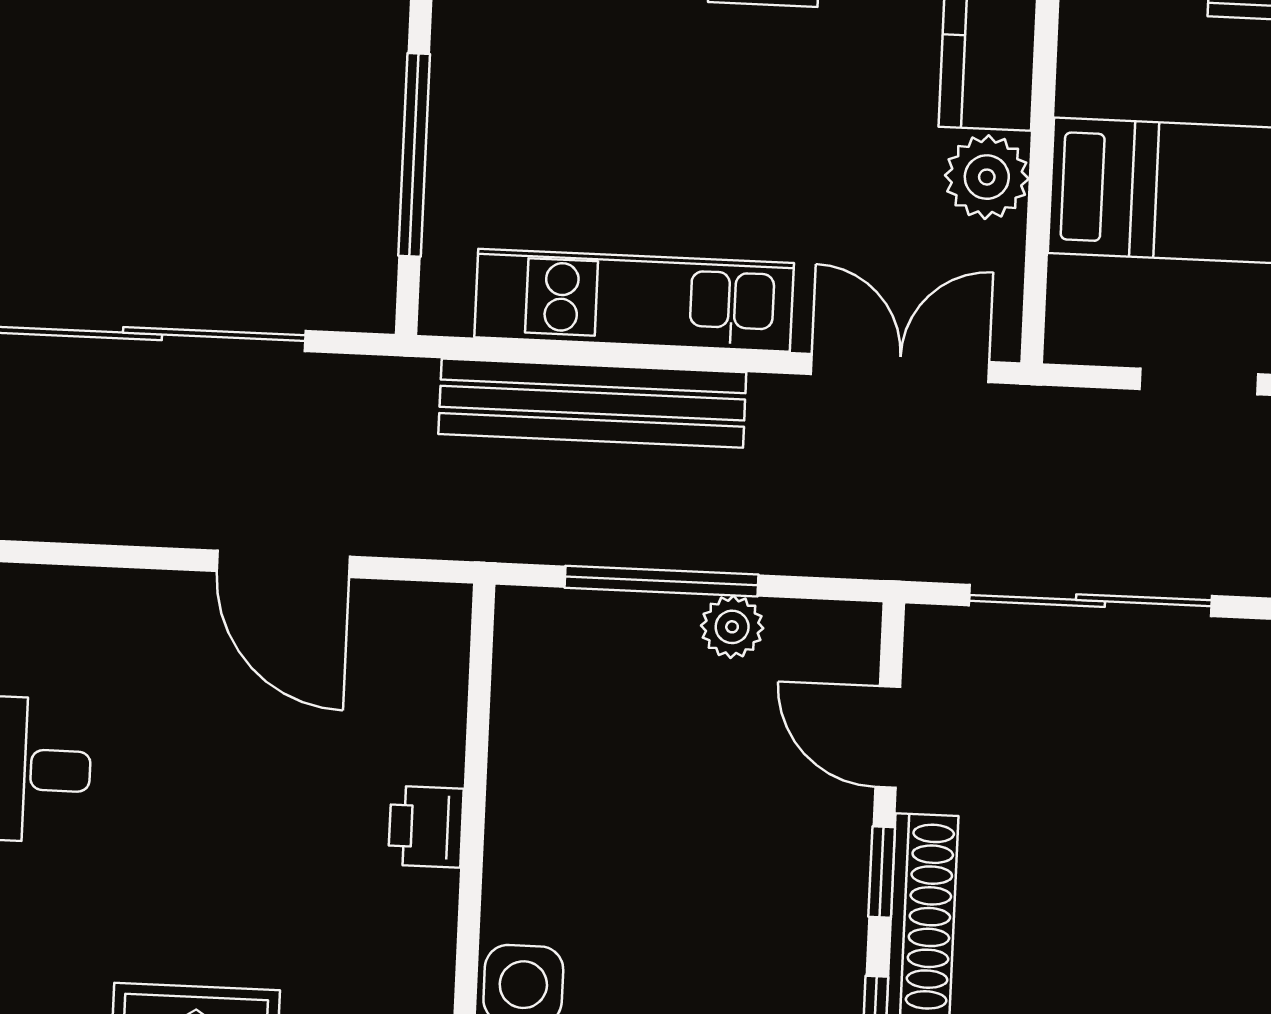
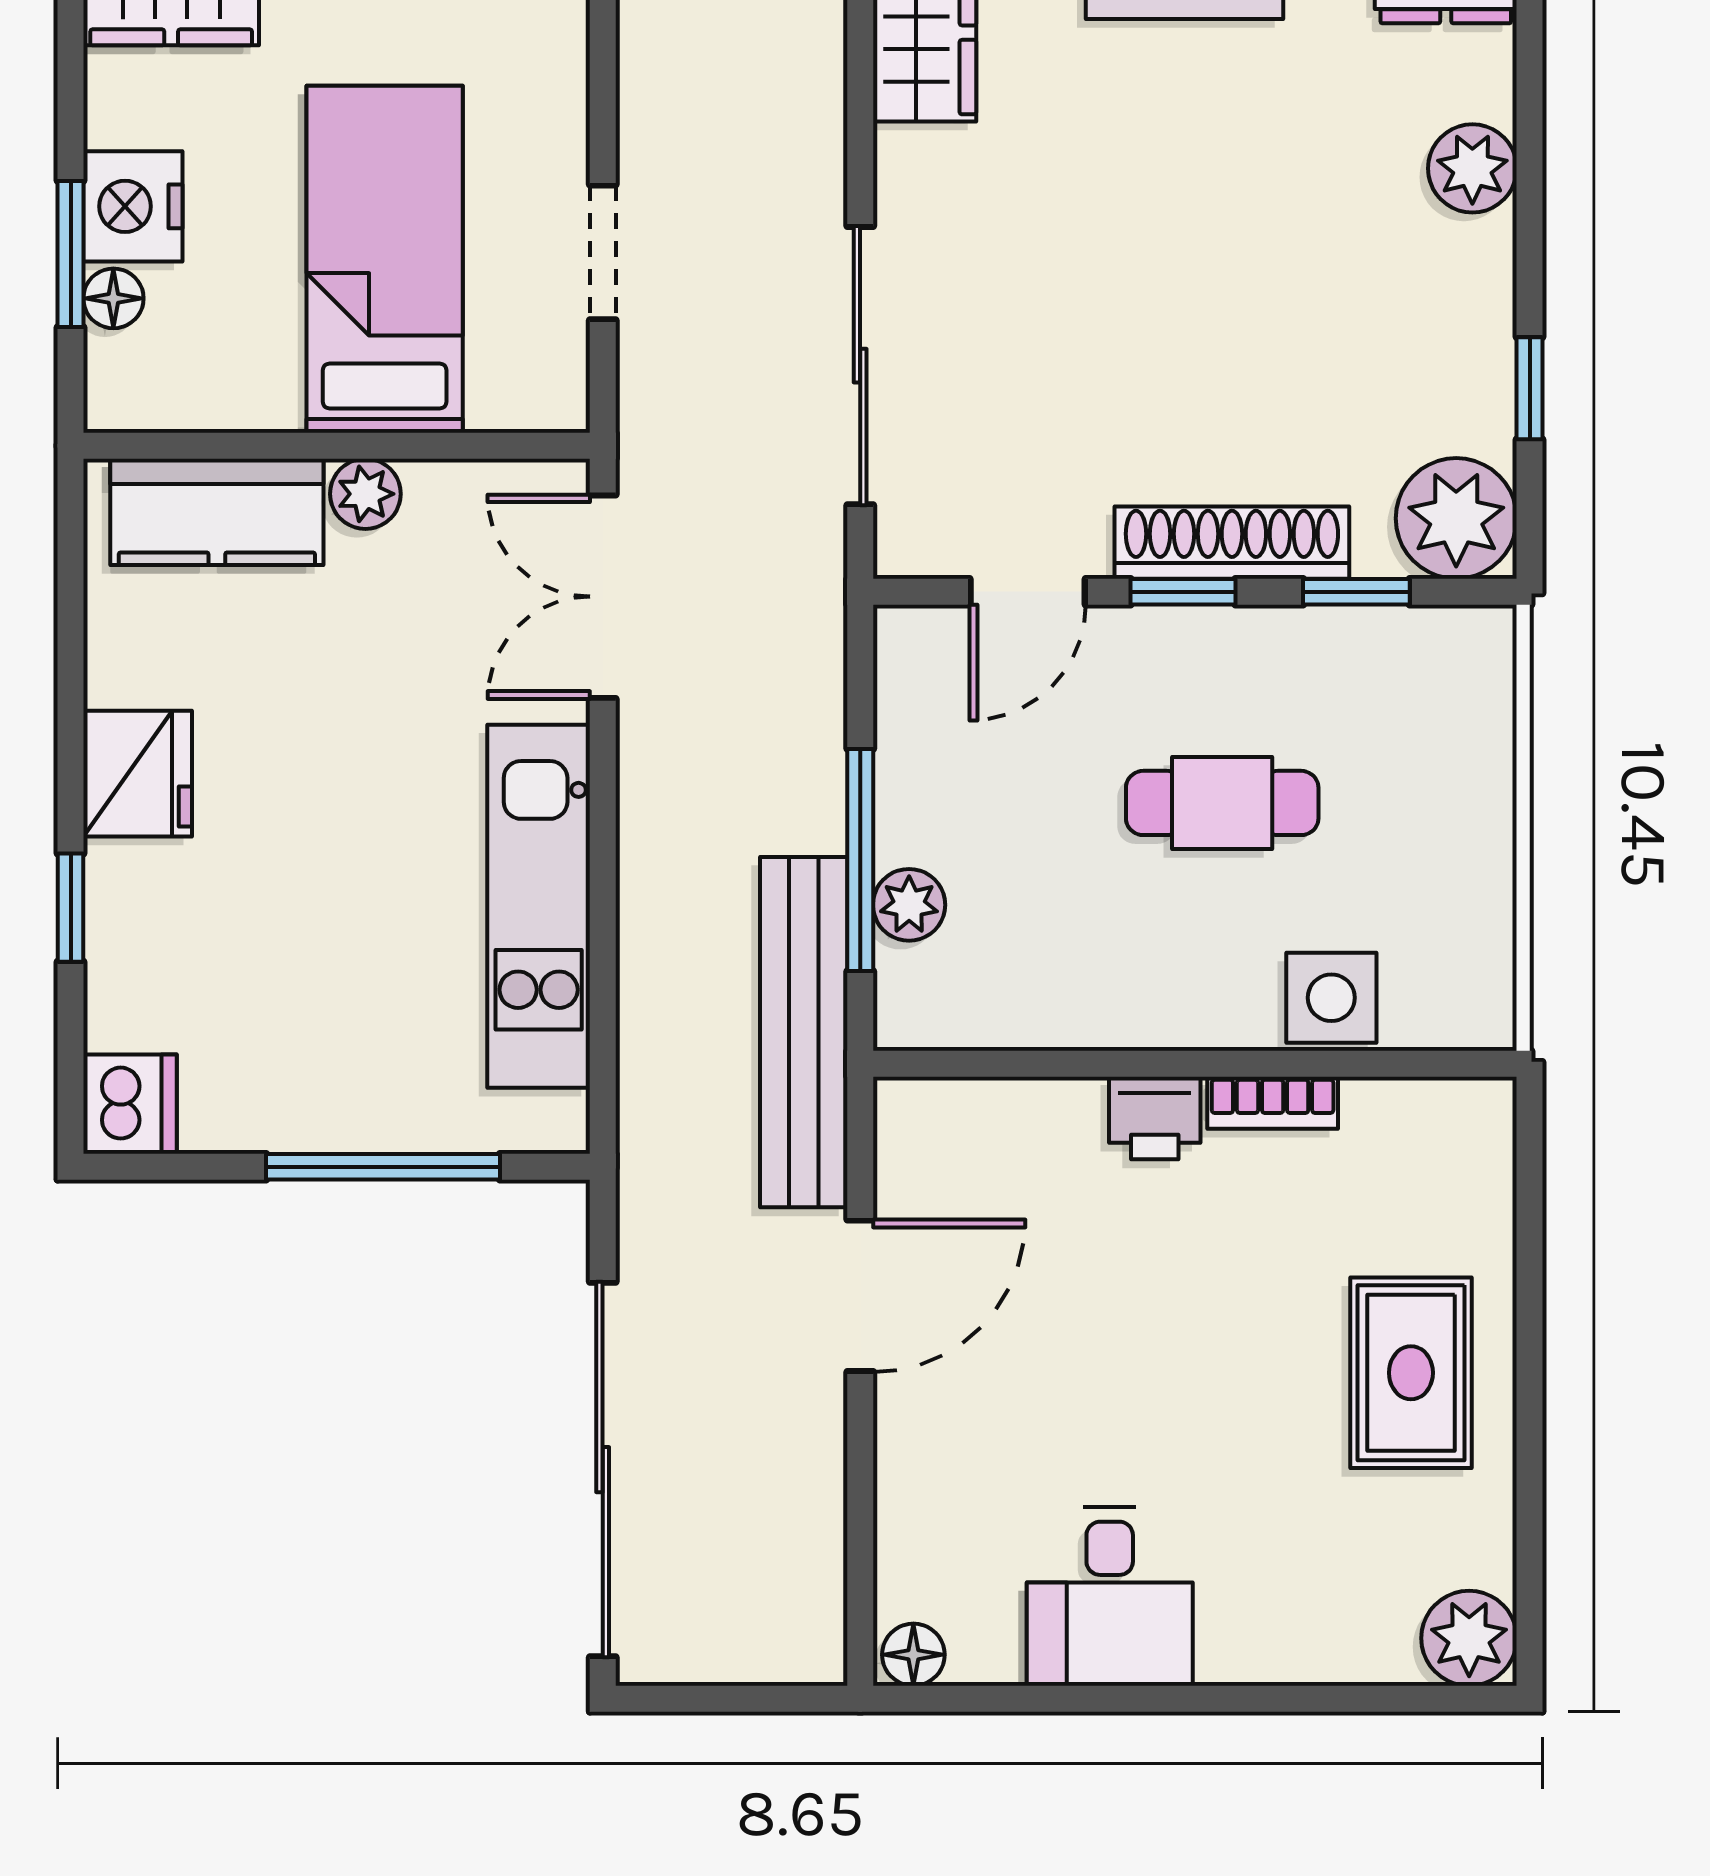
plant: (987, 177) -> (365, 494), width x0.73, depth x0.73
bench: (592, 403) -> (804, 1032), moved
plant: (732, 627) -> (909, 905), moved
cafe table: (697, 898) -> (1222, 803), added
bookcase: (435, 930) -> (1273, 1103), added

